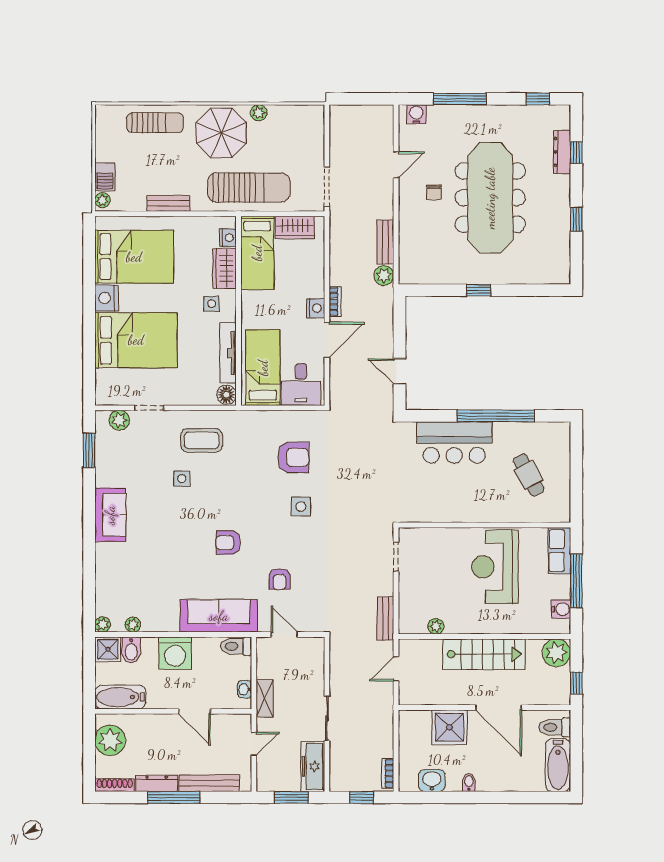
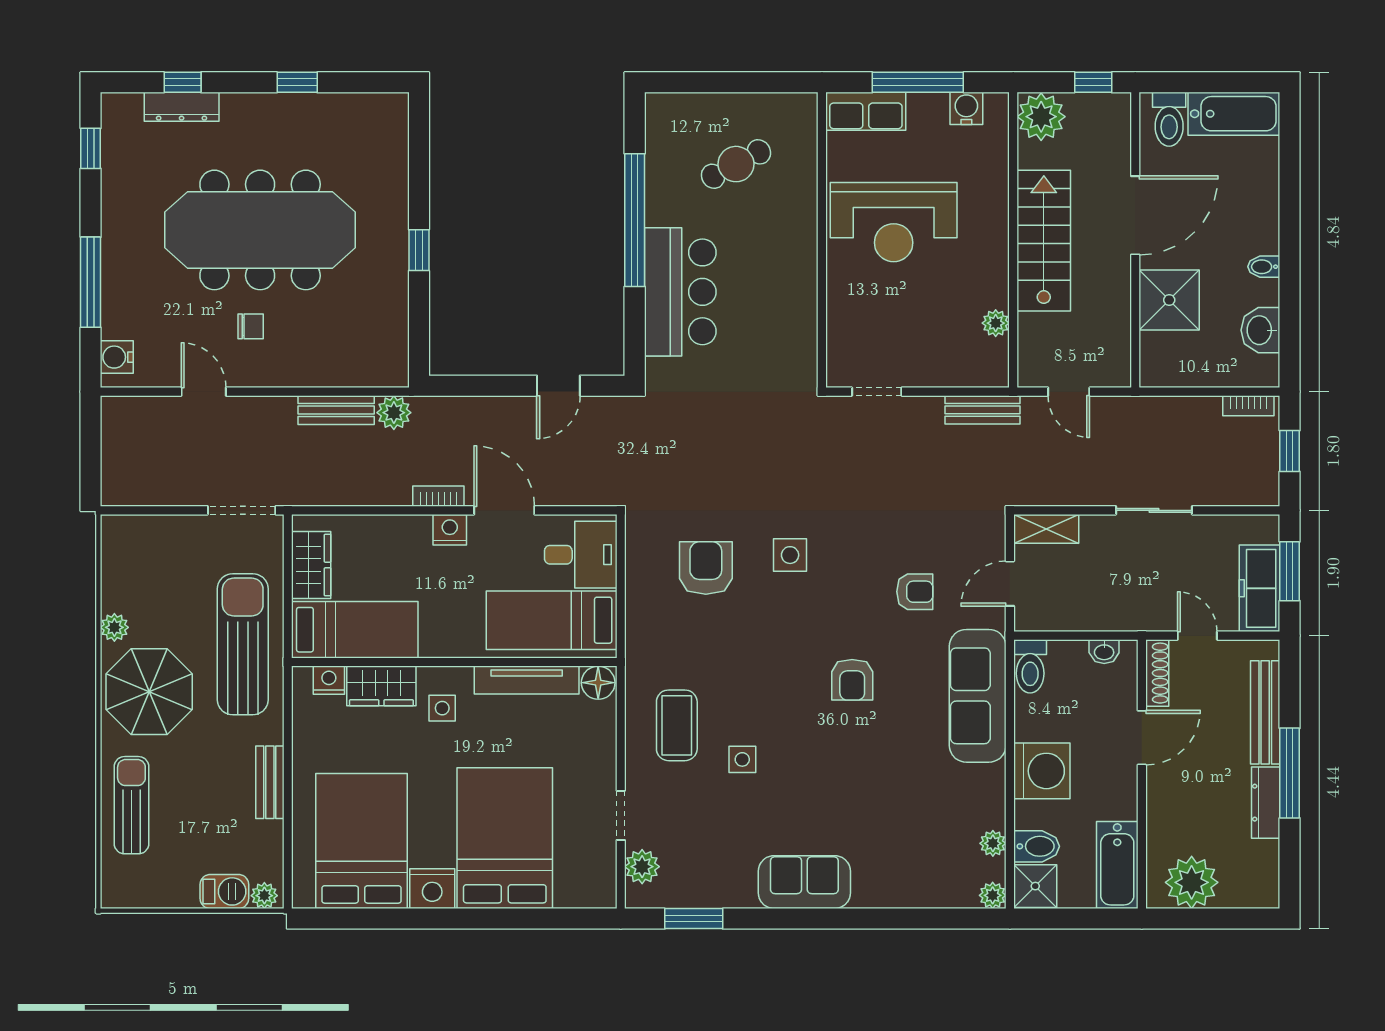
shelving: (265, 698) -> (1046, 529), moved
freezer: (313, 766) -> (1260, 588), moved, turned 90
shoe rack: (115, 785) -> (1157, 673), moved, turned 180

